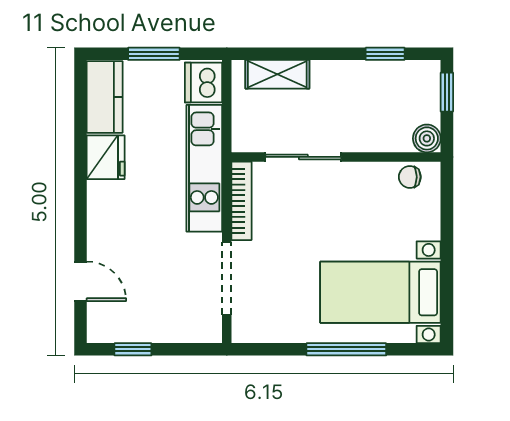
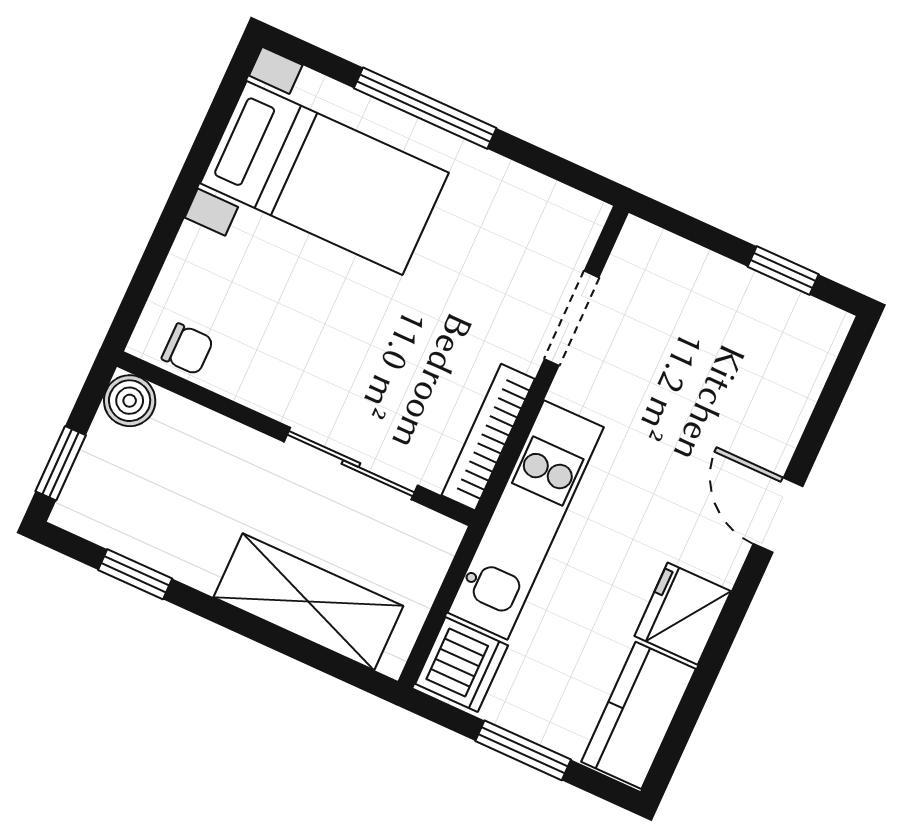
shelving: (277, 74) -> (308, 602), width x1.50, depth x1.33
doorway: (227, 278) -> (572, 318), width x0.73
door: (81, 281) -> (778, 515), moved

